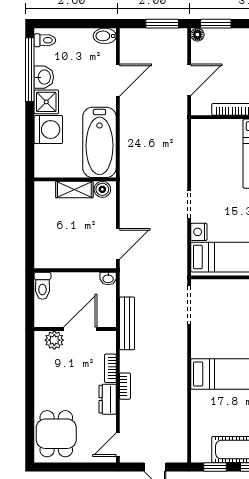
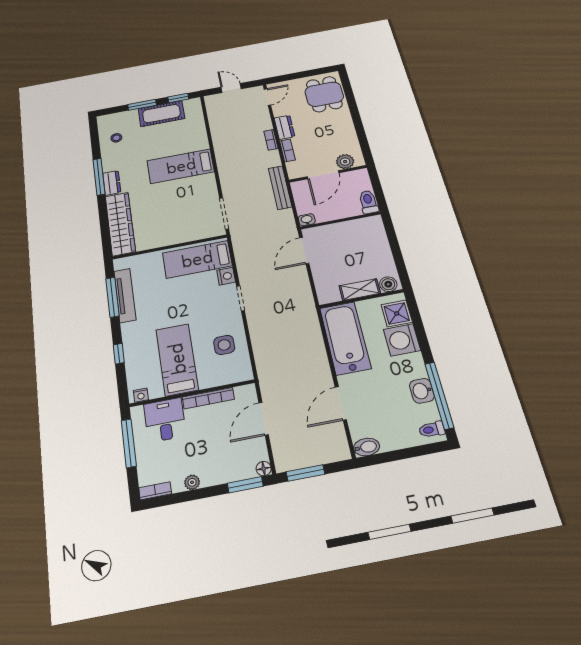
shower: (46, 102) -> (397, 313), moved
side table: (213, 159) -> (224, 345), added
boiler: (102, 189) -> (388, 284), moved

